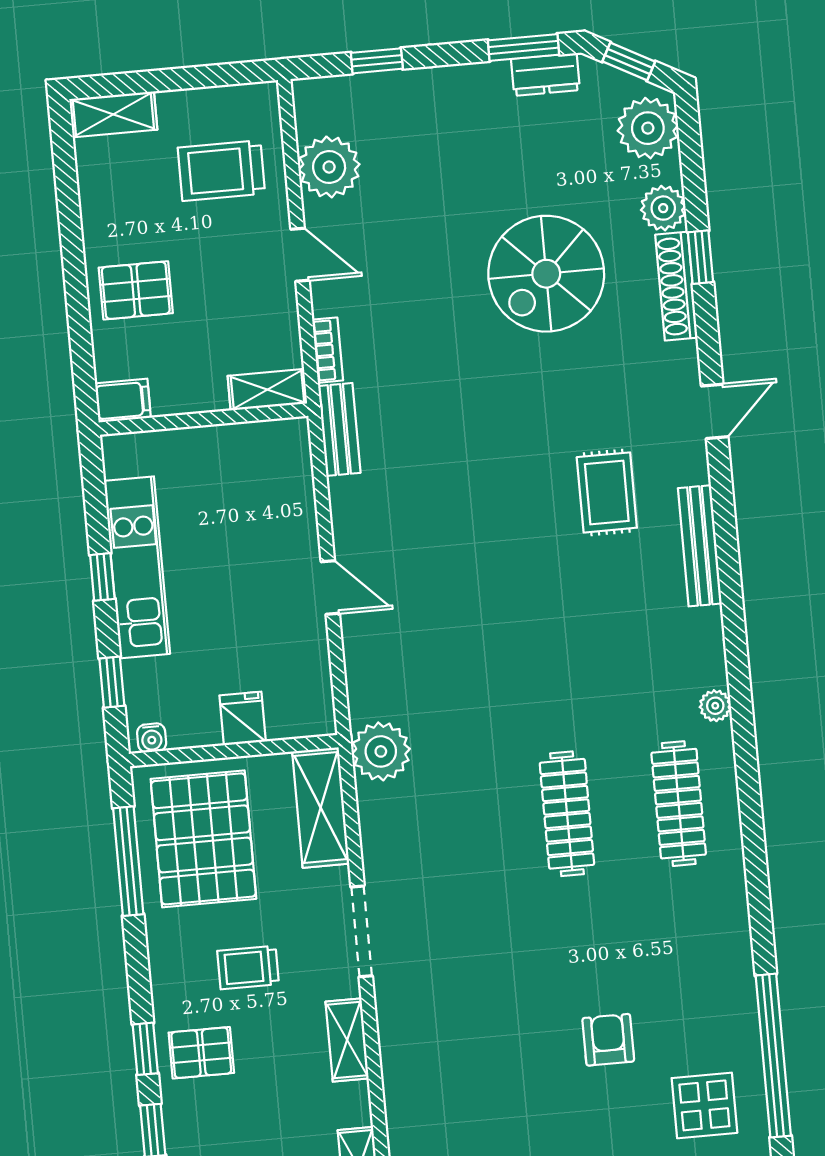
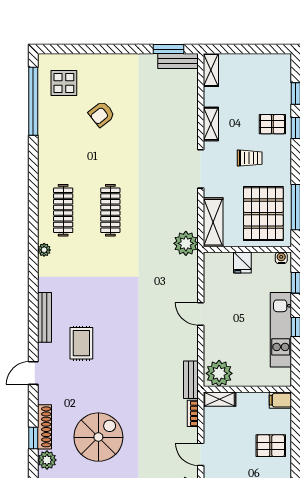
plant: (274, 451) -> (219, 373), added
armchair: (608, 1040) -> (102, 114), turned 52

